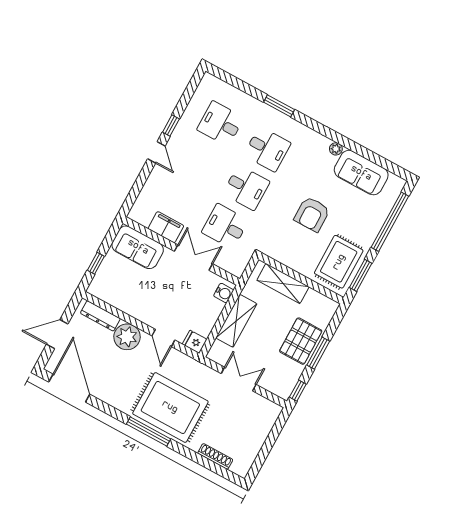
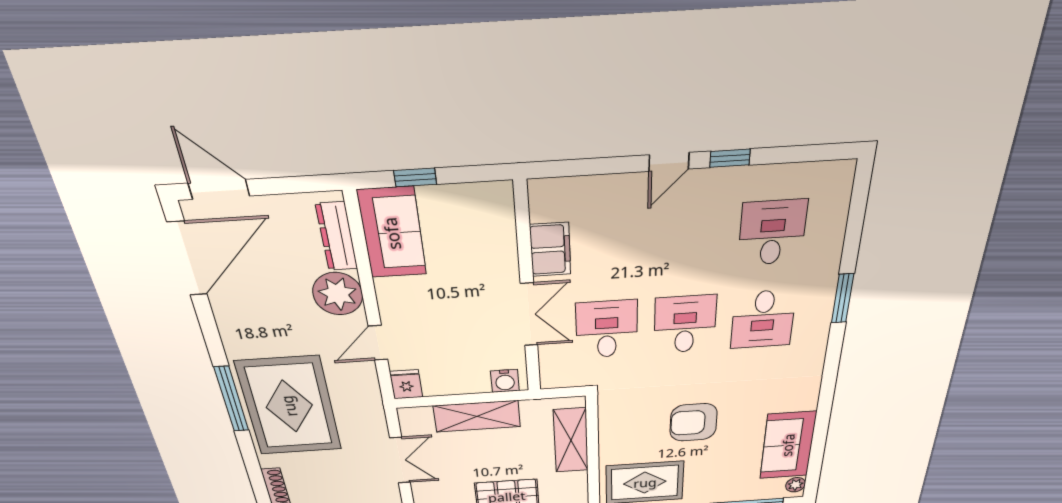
plant: (336, 149) -> (796, 485), moved
desk: (246, 188) -> (685, 324), turned 180
sofa: (138, 247) -> (392, 233), moved, turned 180
door: (57, 334) -> (219, 189), moved

